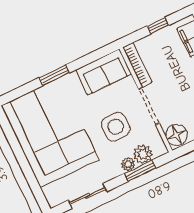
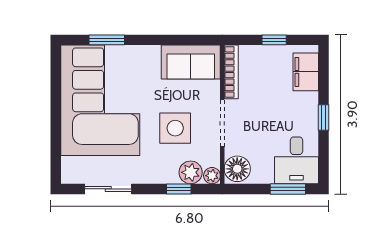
window: (54, 75) -> (107, 40), moved
plant: (128, 164) -> (212, 176), moved
window: (140, 171) -> (179, 189), width x0.67

